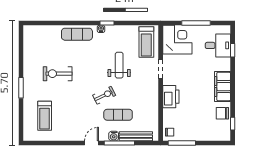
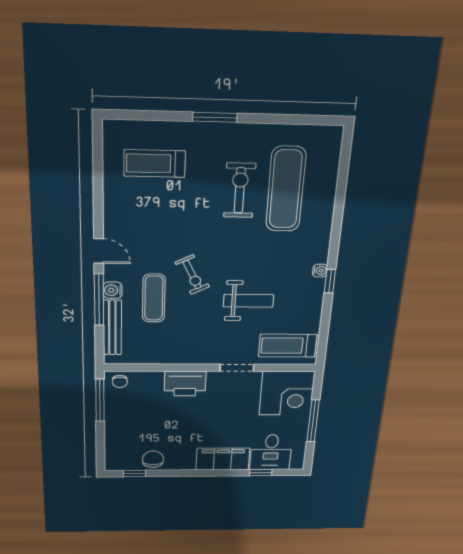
exercise mat: (77, 34) -> (286, 189), moved, width x1.36, depth x1.45
filing cabinet: (223, 87) -> (223, 459), moved

